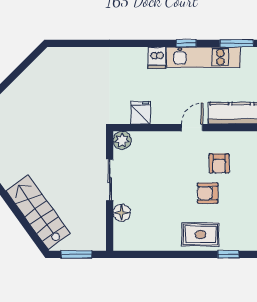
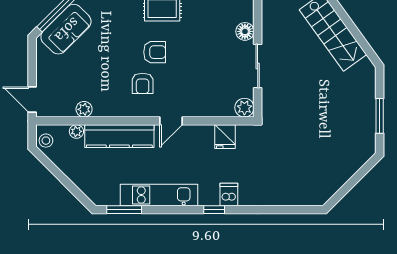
window: (186, 43) -> (214, 210), moved
dishwasher: (157, 58) -> (229, 194), moved
armchair: (219, 163) -> (143, 83), turned 180

